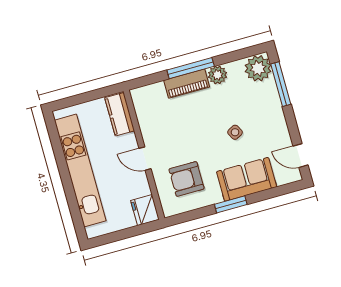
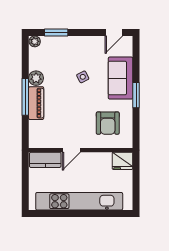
plant: (258, 68) -> (35, 41), width x0.53, depth x0.53
window: (281, 84) -> (56, 32), width x0.69
door: (145, 159) -> (71, 150), moved

